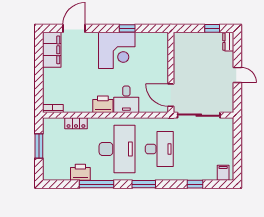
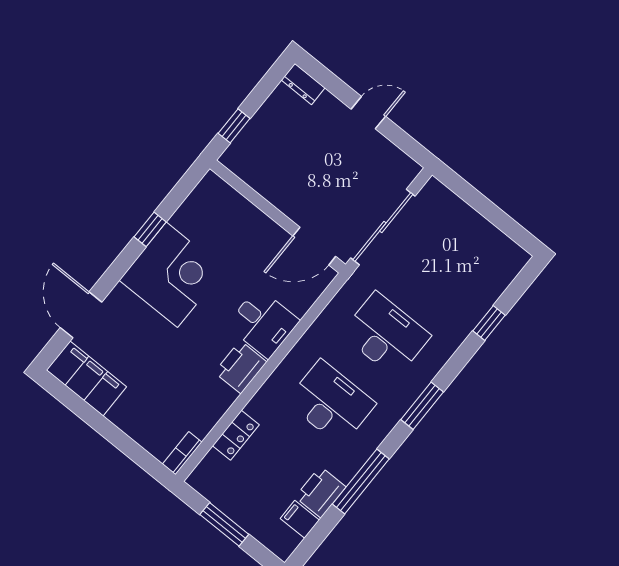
window: (212, 28) -> (234, 126), moved
desk: (117, 149) -> (331, 403), width x0.73, depth x0.77
filing cabinet: (223, 173) -> (300, 519), moved

